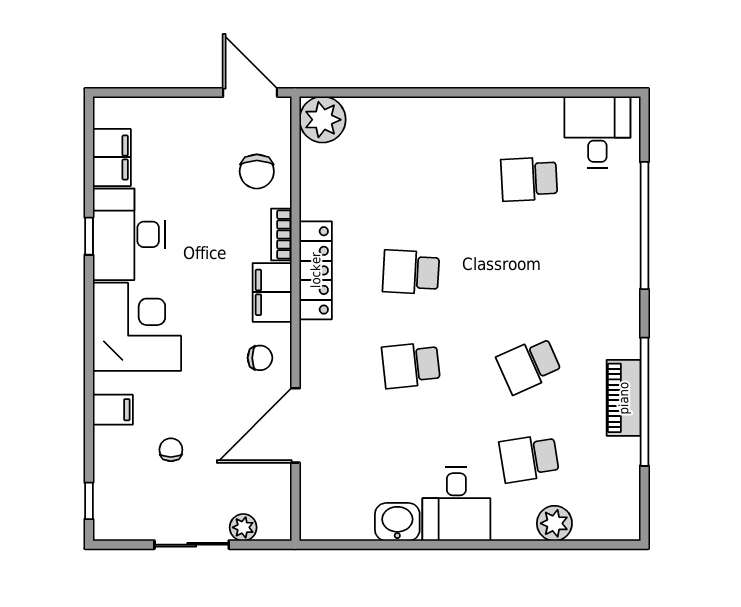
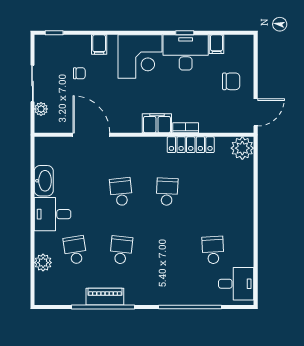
filing cabinet: (112, 157) -> (217, 44), width x0.50
chair: (257, 171) -> (231, 81), moved, turned 180
locker: (316, 270) -> (191, 145), moved
chair: (260, 358) -> (125, 117), removed
school desk: (529, 365) -> (121, 250), turned 30
washbasin: (397, 522) -> (44, 181), width x1.38

